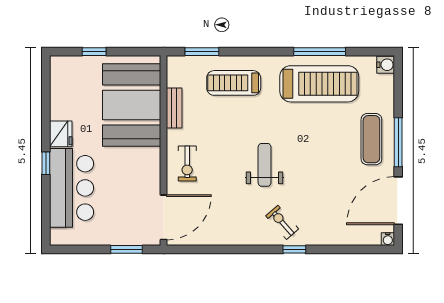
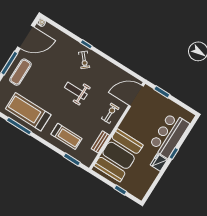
weight bench: (265, 165) -> (76, 91), turned 90

